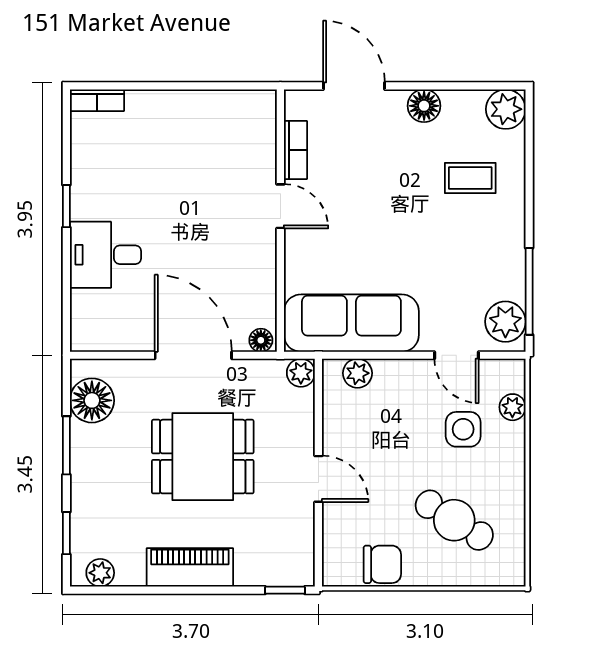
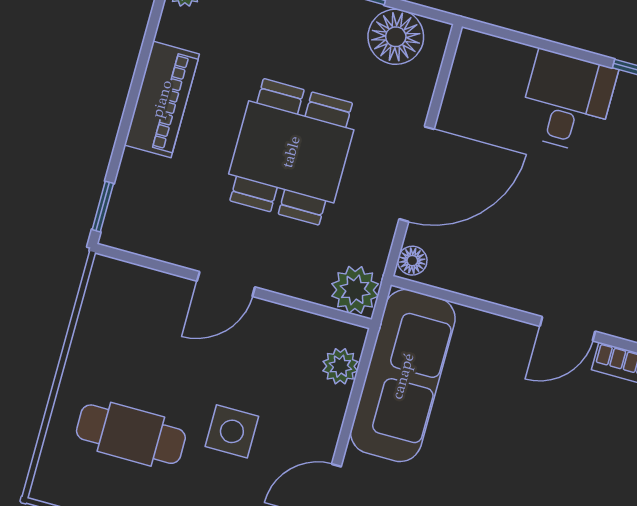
plant: (301, 373) -> (355, 290), width x1.38, depth x1.38
side table: (463, 429) -> (232, 431), moved
cafe table: (454, 520) -> (131, 434), turned 58
chair: (382, 564) -> (101, 333), removed

